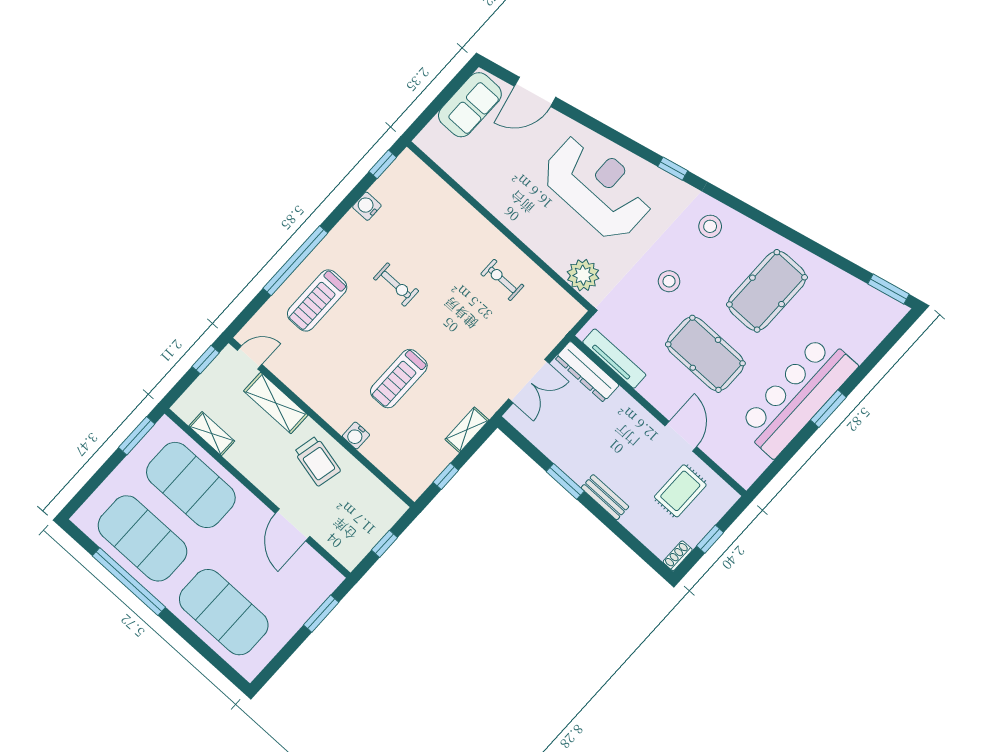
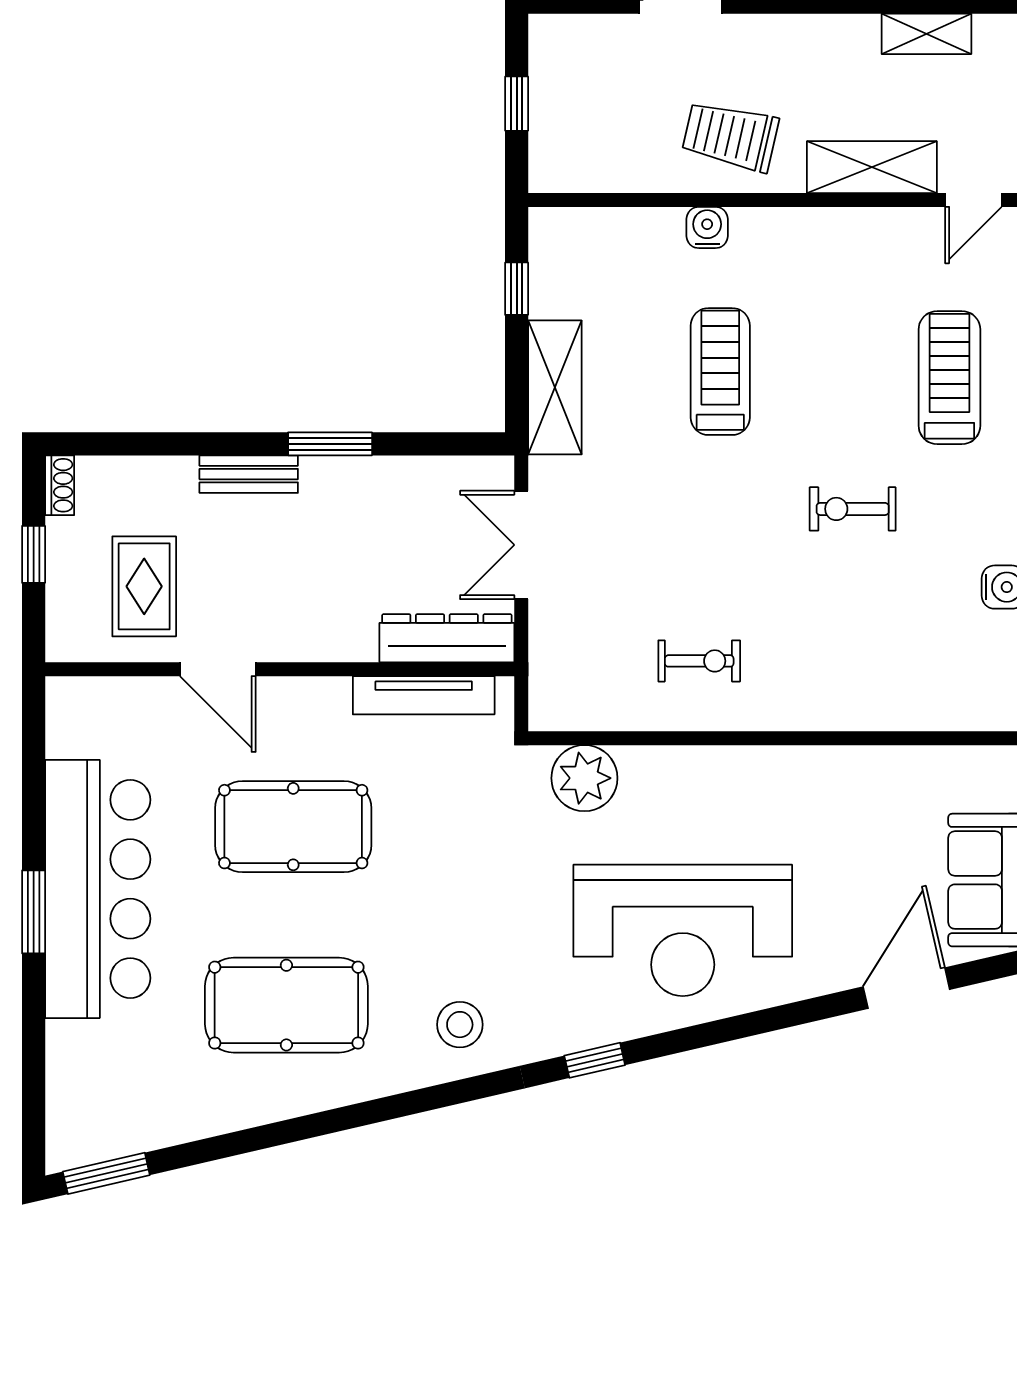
stool: (669, 281) -> (447, 886), removed
pool table: (767, 291) -> (286, 1005), turned 90
shelving: (467, 430) -> (555, 387), width x1.50, depth x1.33

